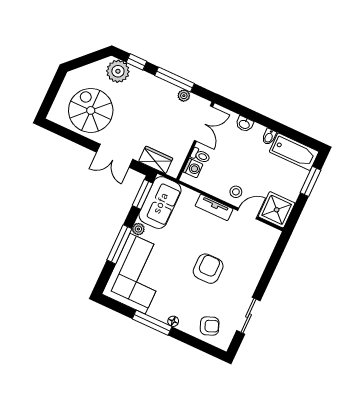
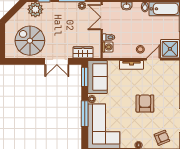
double door: (203, 124) -> (102, 17), swing flipped

